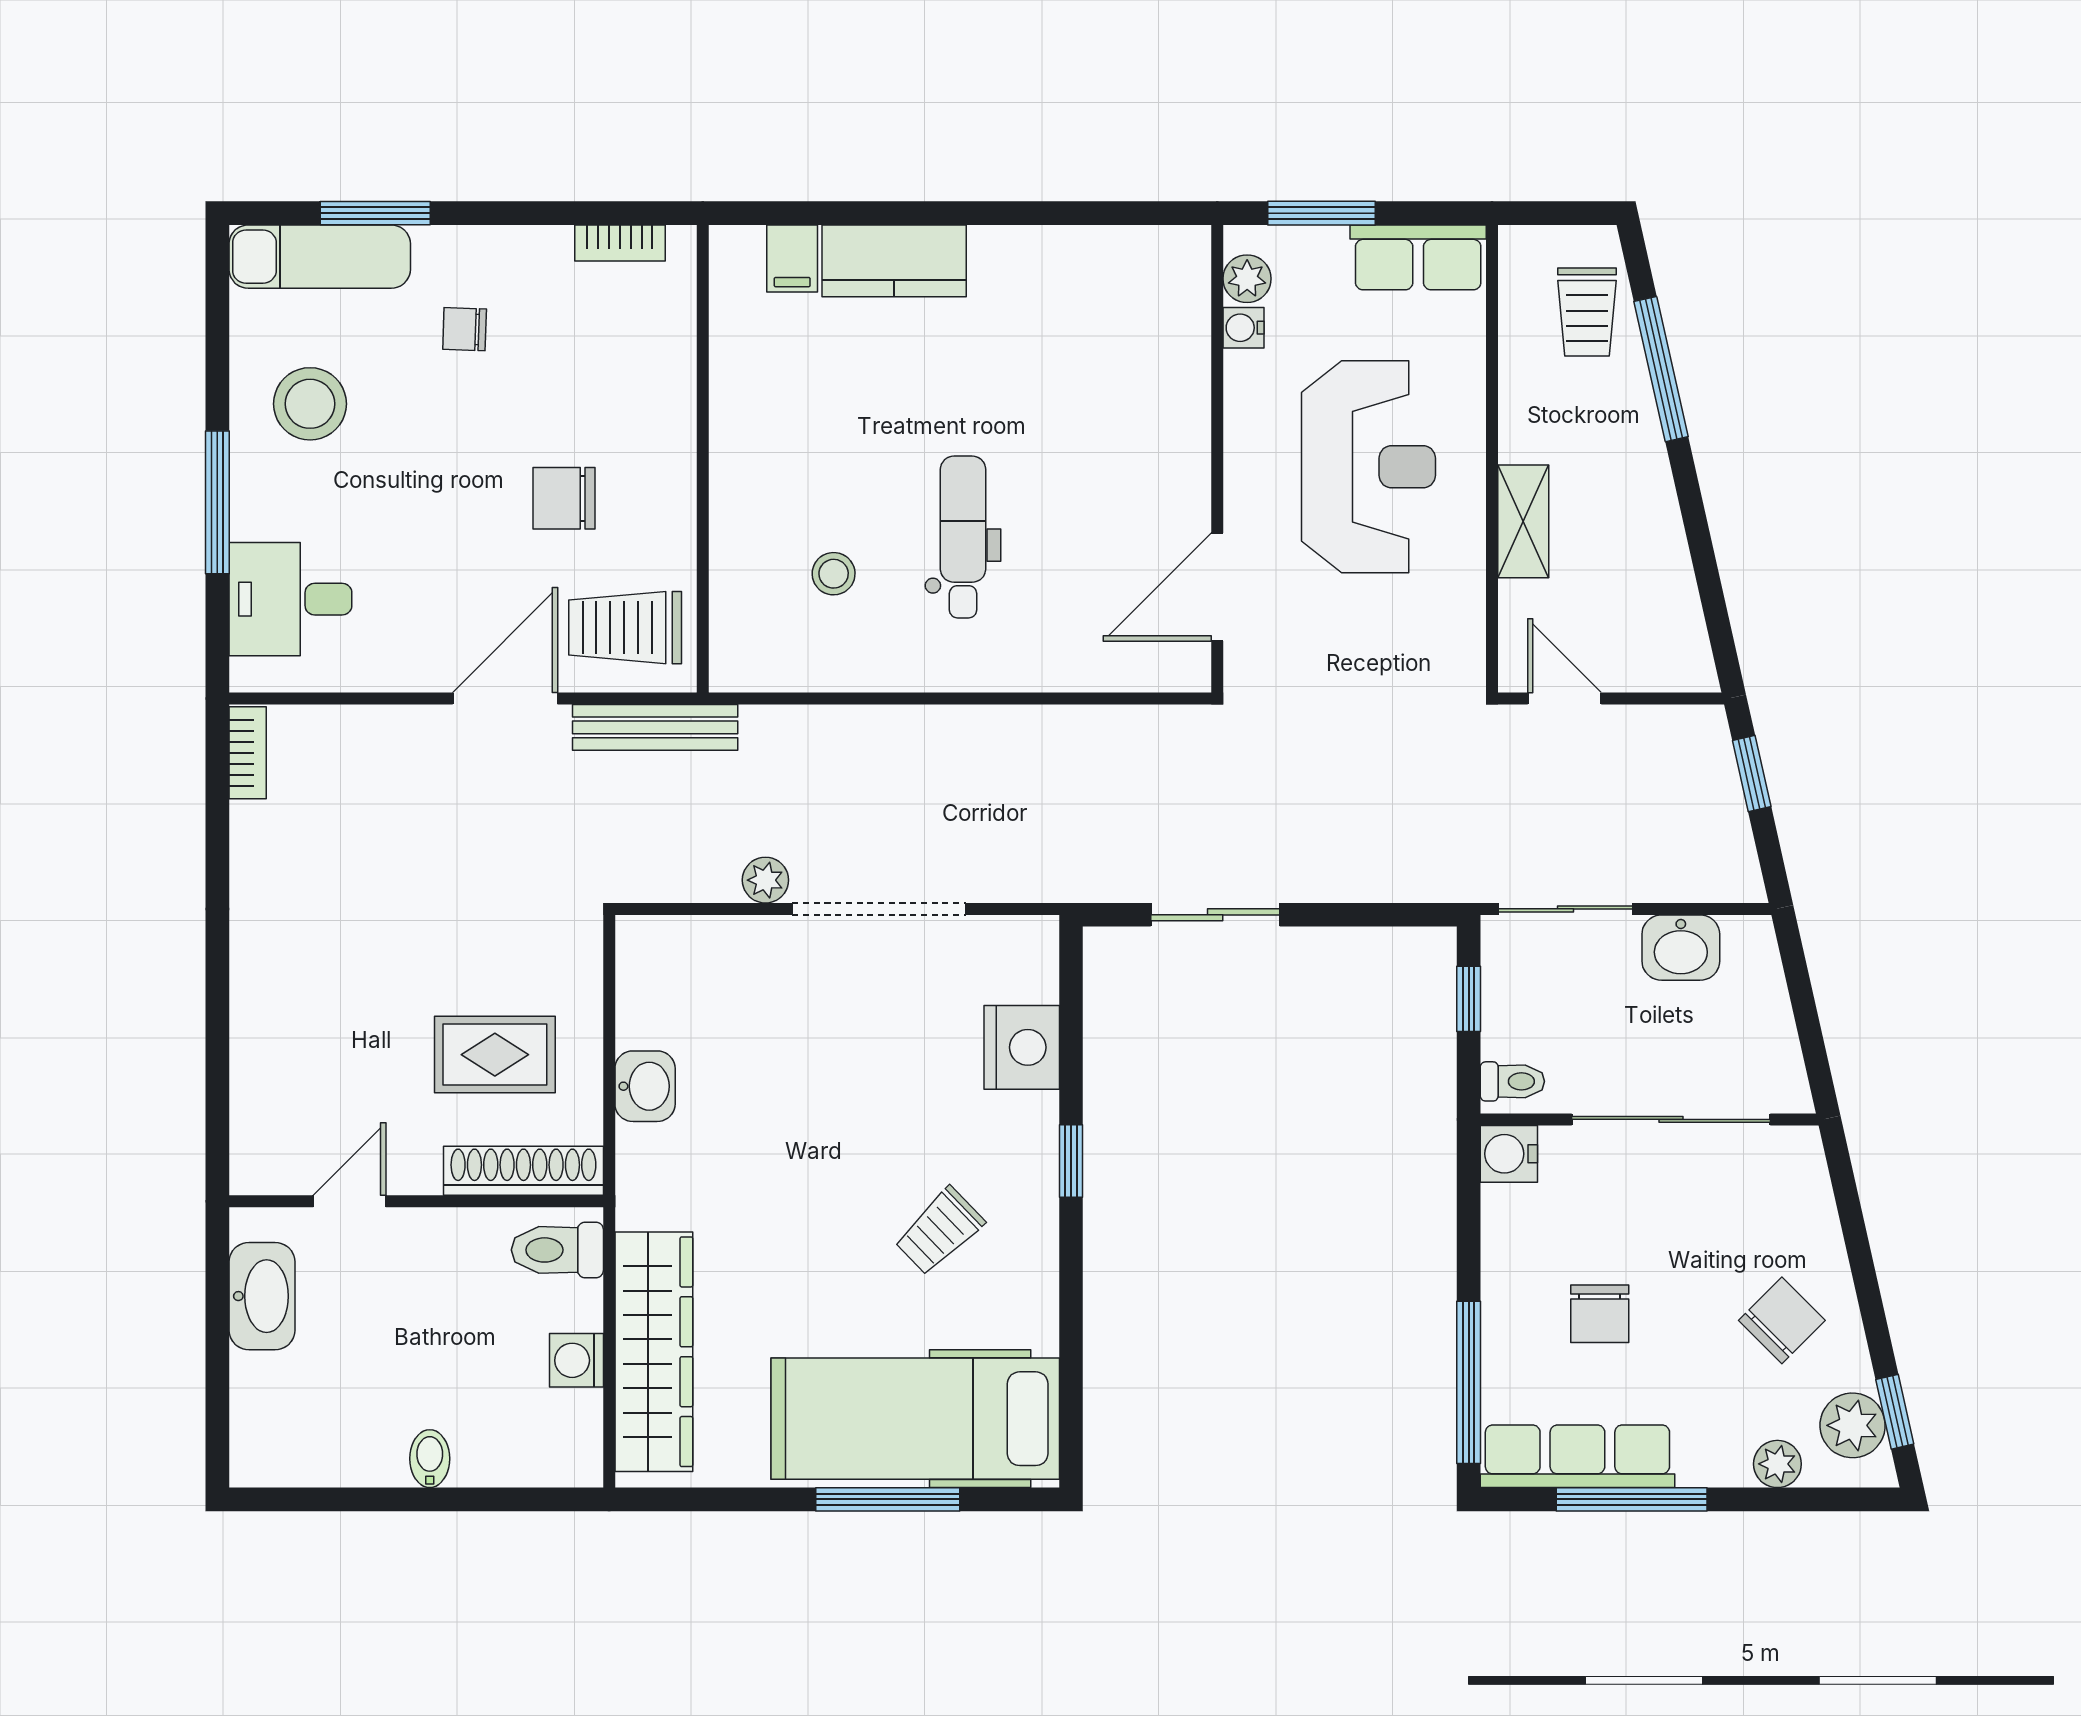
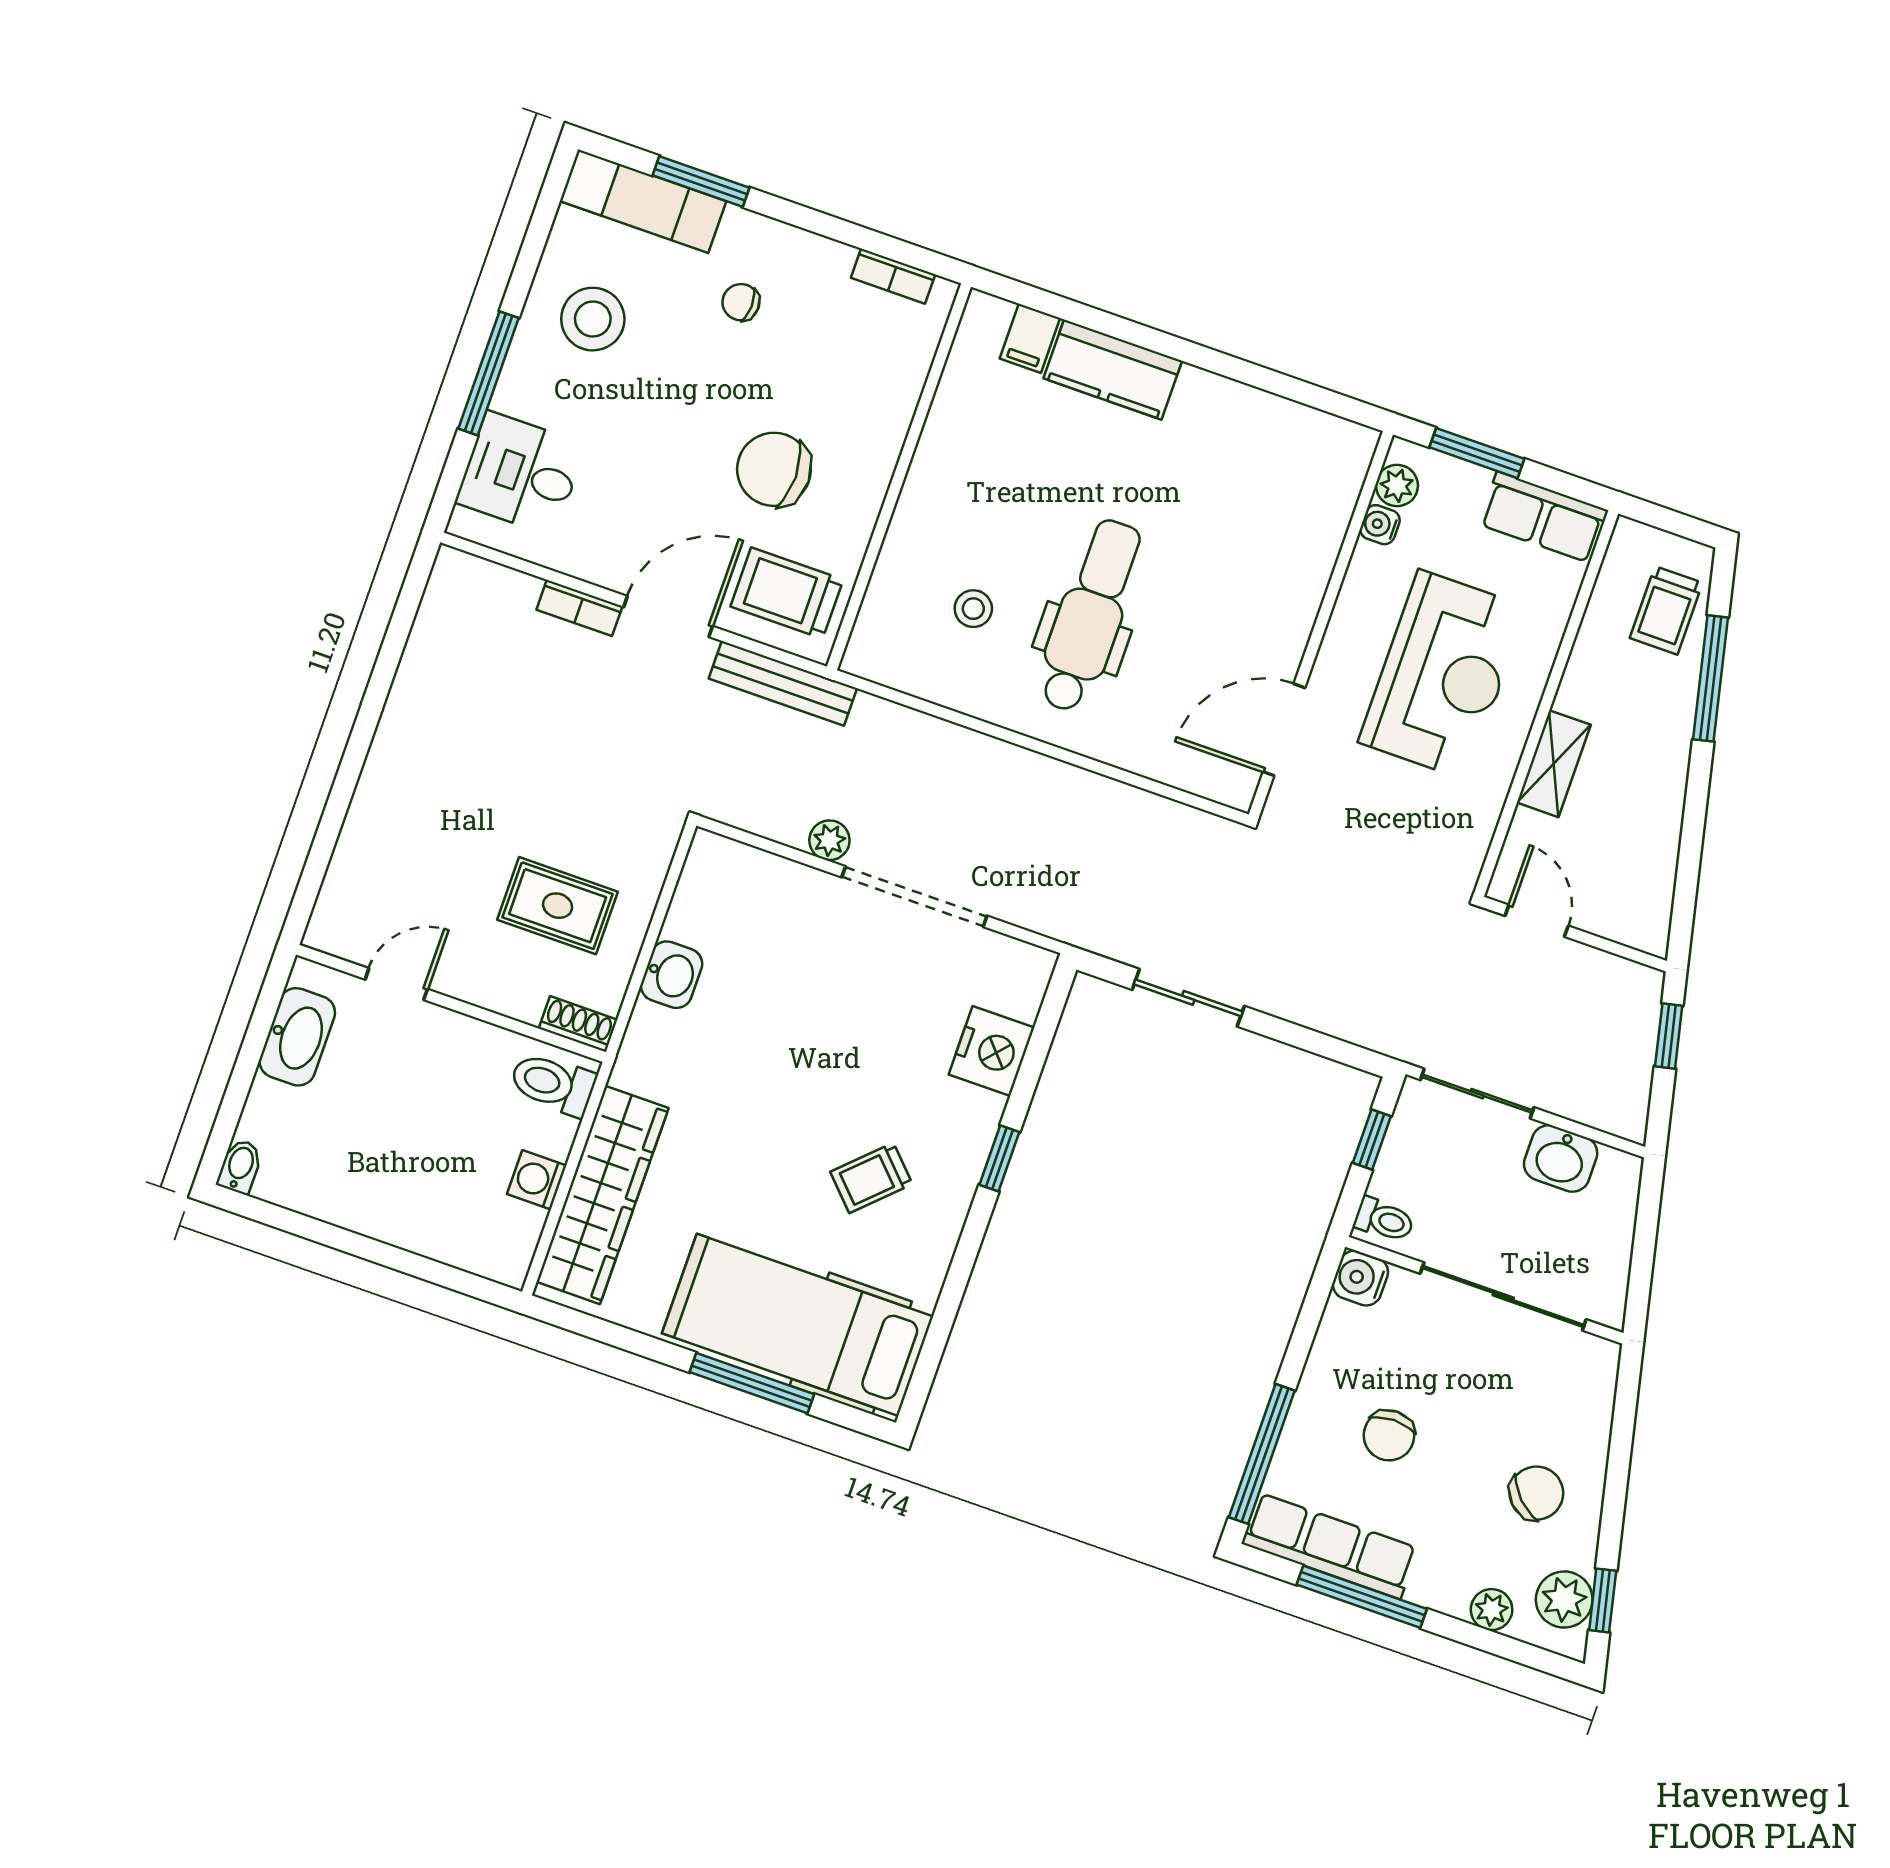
chair: (564, 498) -> (774, 469), width x1.37, depth x1.37
dental chair: (963, 537) -> (1090, 616), width x1.36, depth x1.38
bookcase: (248, 753) -> (579, 608), moved, turned 90
shoe rack: (523, 1171) -> (578, 1024), width x0.51, depth x0.81
bidet: (430, 1459) -> (240, 1166), moved

